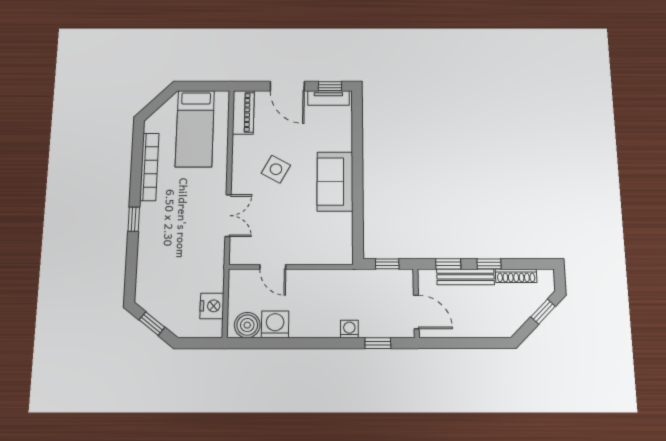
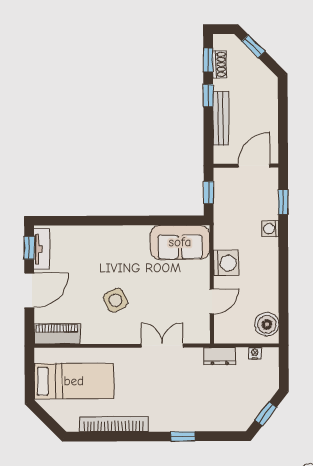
side table: (276, 169) -> (115, 300), turned 35
sofa: (335, 181) -> (180, 242), moved
window: (134, 219) -> (183, 436), moved
window: (448, 264) -> (208, 60), moved
dresser: (215, 275) -> (220, 356), added
shoe rack: (516, 276) -> (220, 64), width x0.70
nightstand: (212, 306) -> (255, 353), width x0.53, depth x0.56
washing machine: (275, 324) -> (226, 263), moved, turned 180

